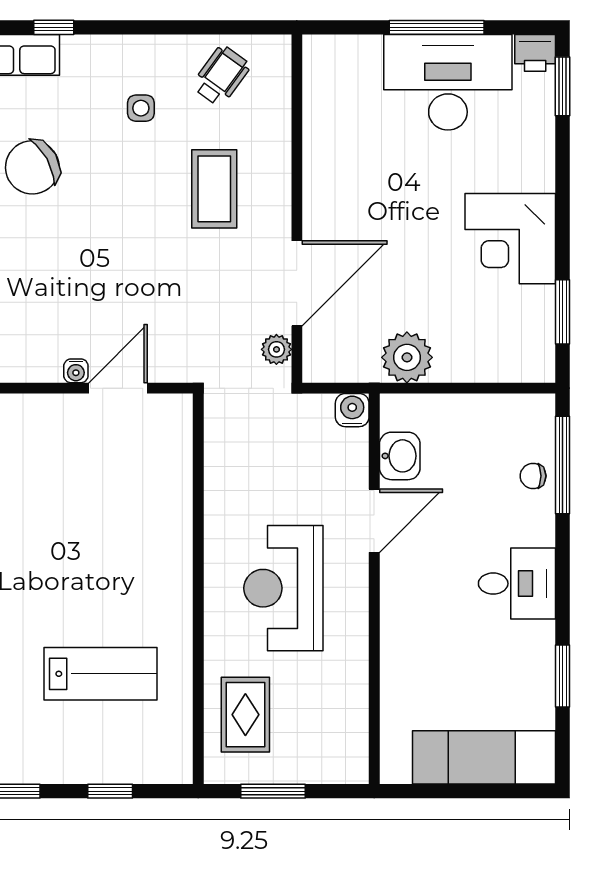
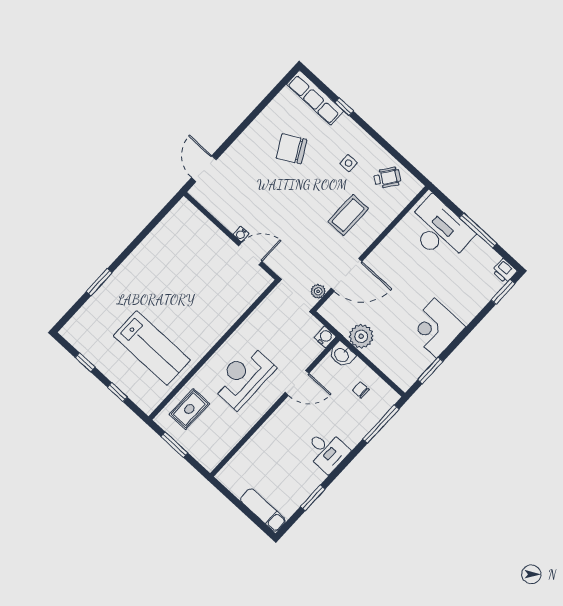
desk: (448, 82) -> (439, 230), moved
washbasin: (400, 456) -> (342, 355), moved, turned 90
chair: (533, 476) -> (361, 390), moved
lab bench: (100, 674) -> (152, 348), width x1.36, depth x1.39
exam couch: (484, 757) -> (263, 510), width x0.73, depth x0.69

